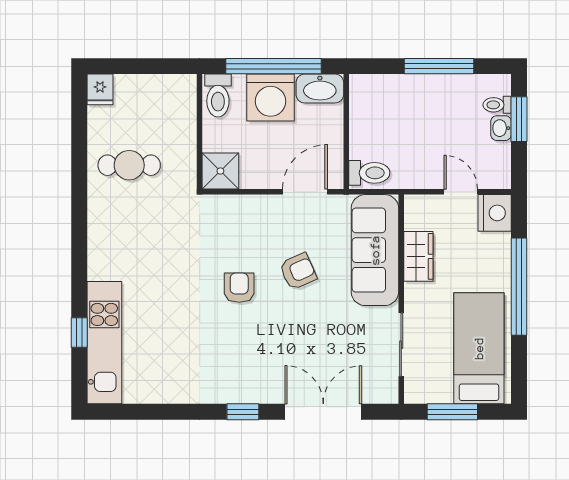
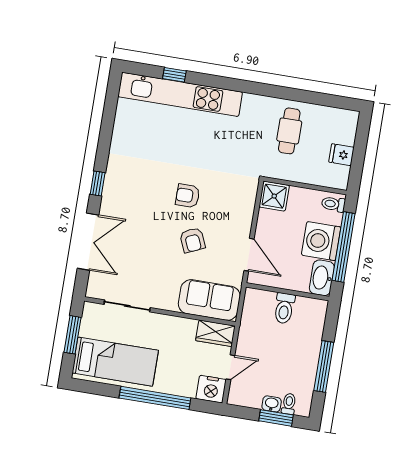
fridge: (100, 89) -> (342, 155), moved
toilet: (218, 96) -> (333, 204), width x0.73, depth x0.72
toilet: (369, 173) -> (284, 308), moved
sofa: (375, 250) -> (209, 300), width x0.73
wardrobe: (418, 256) -> (215, 333), moved
armchair: (239, 288) -> (188, 196), turned 180
kitchen unit: (104, 343) -> (180, 94), width x1.36

